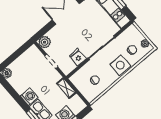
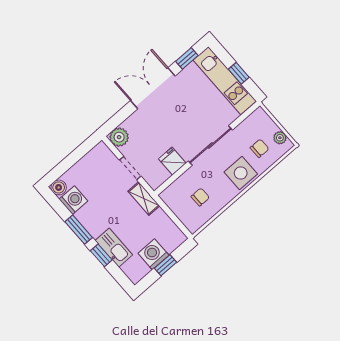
shelving: (66, 88) -> (144, 198), moved
washing machine: (29, 97) -> (73, 200), moved
window: (19, 100) -> (79, 230), added

